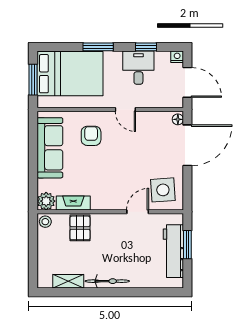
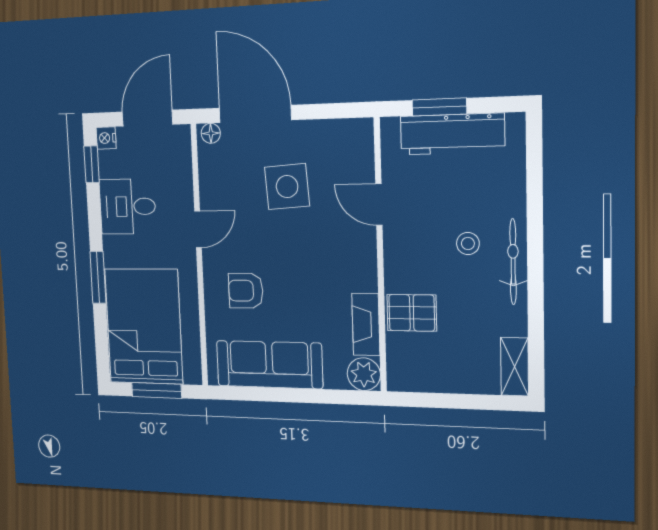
window: (146, 47) -> (92, 164), moved
side table: (163, 190) -> (287, 187), moved
stool: (45, 222) -> (468, 244), moved
shelving: (68, 281) -> (515, 367), moved

